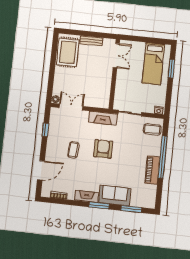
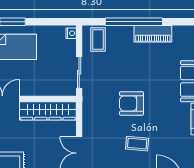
wardrobe: (104, 88) -> (48, 111), added
fireplace: (103, 118) -> (90, 108), removed

